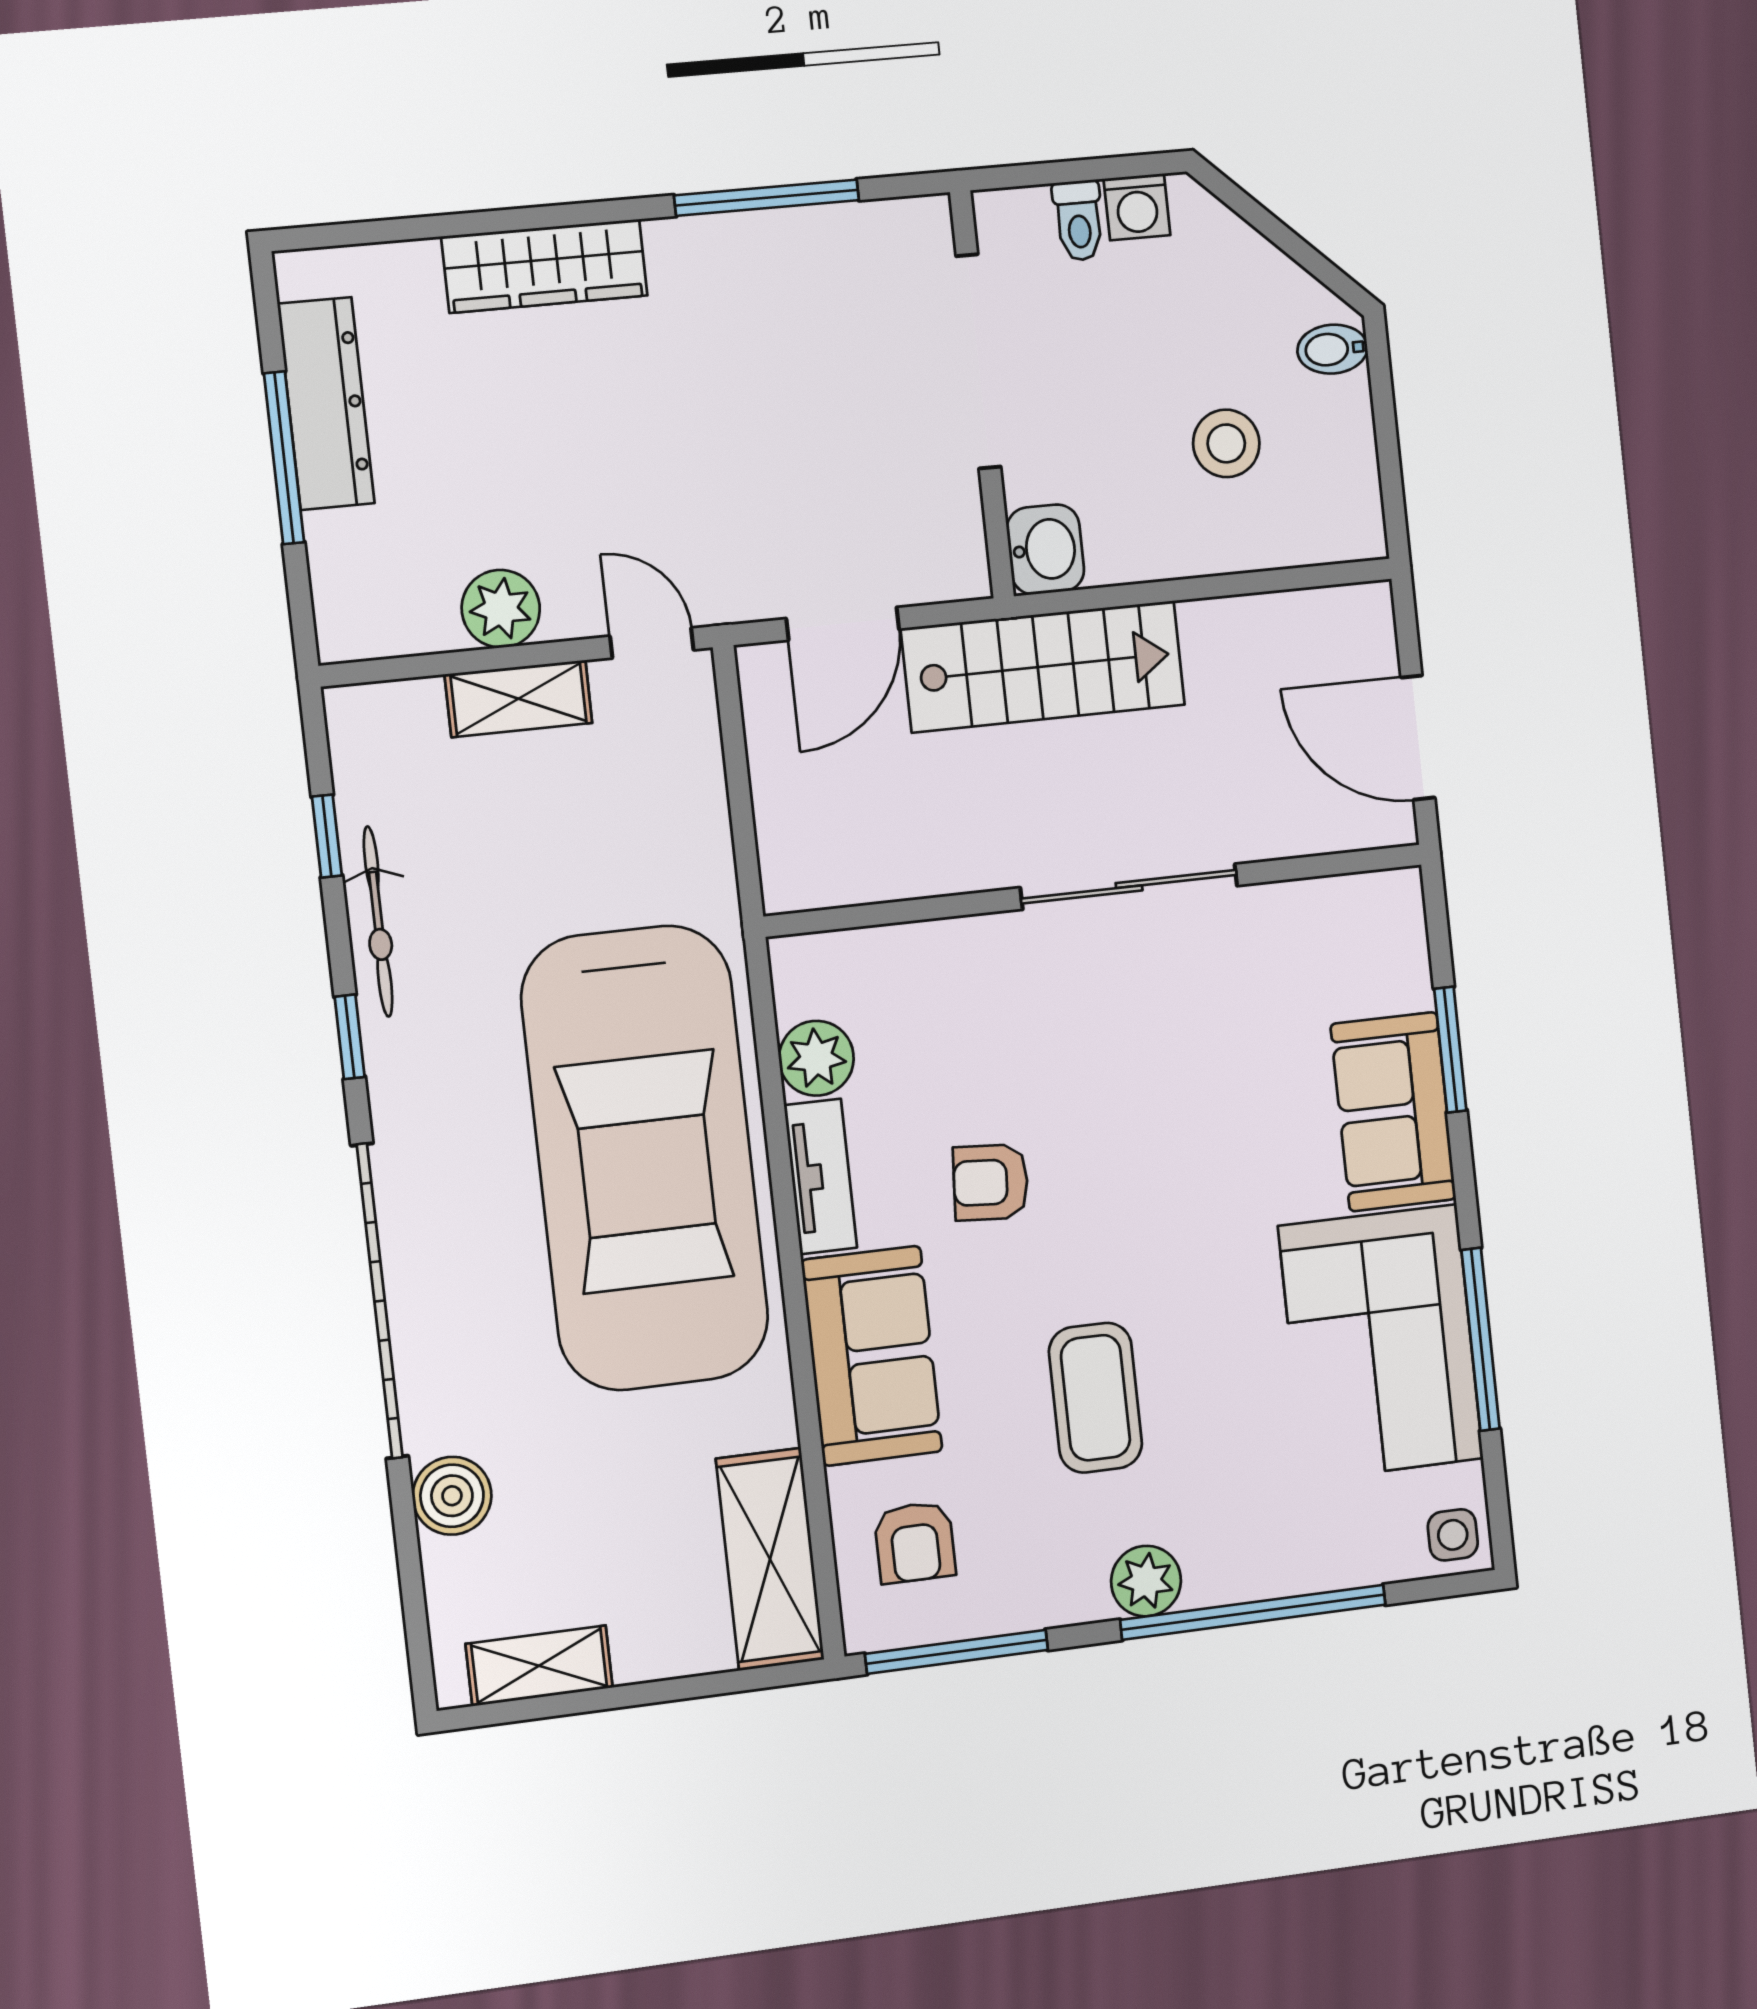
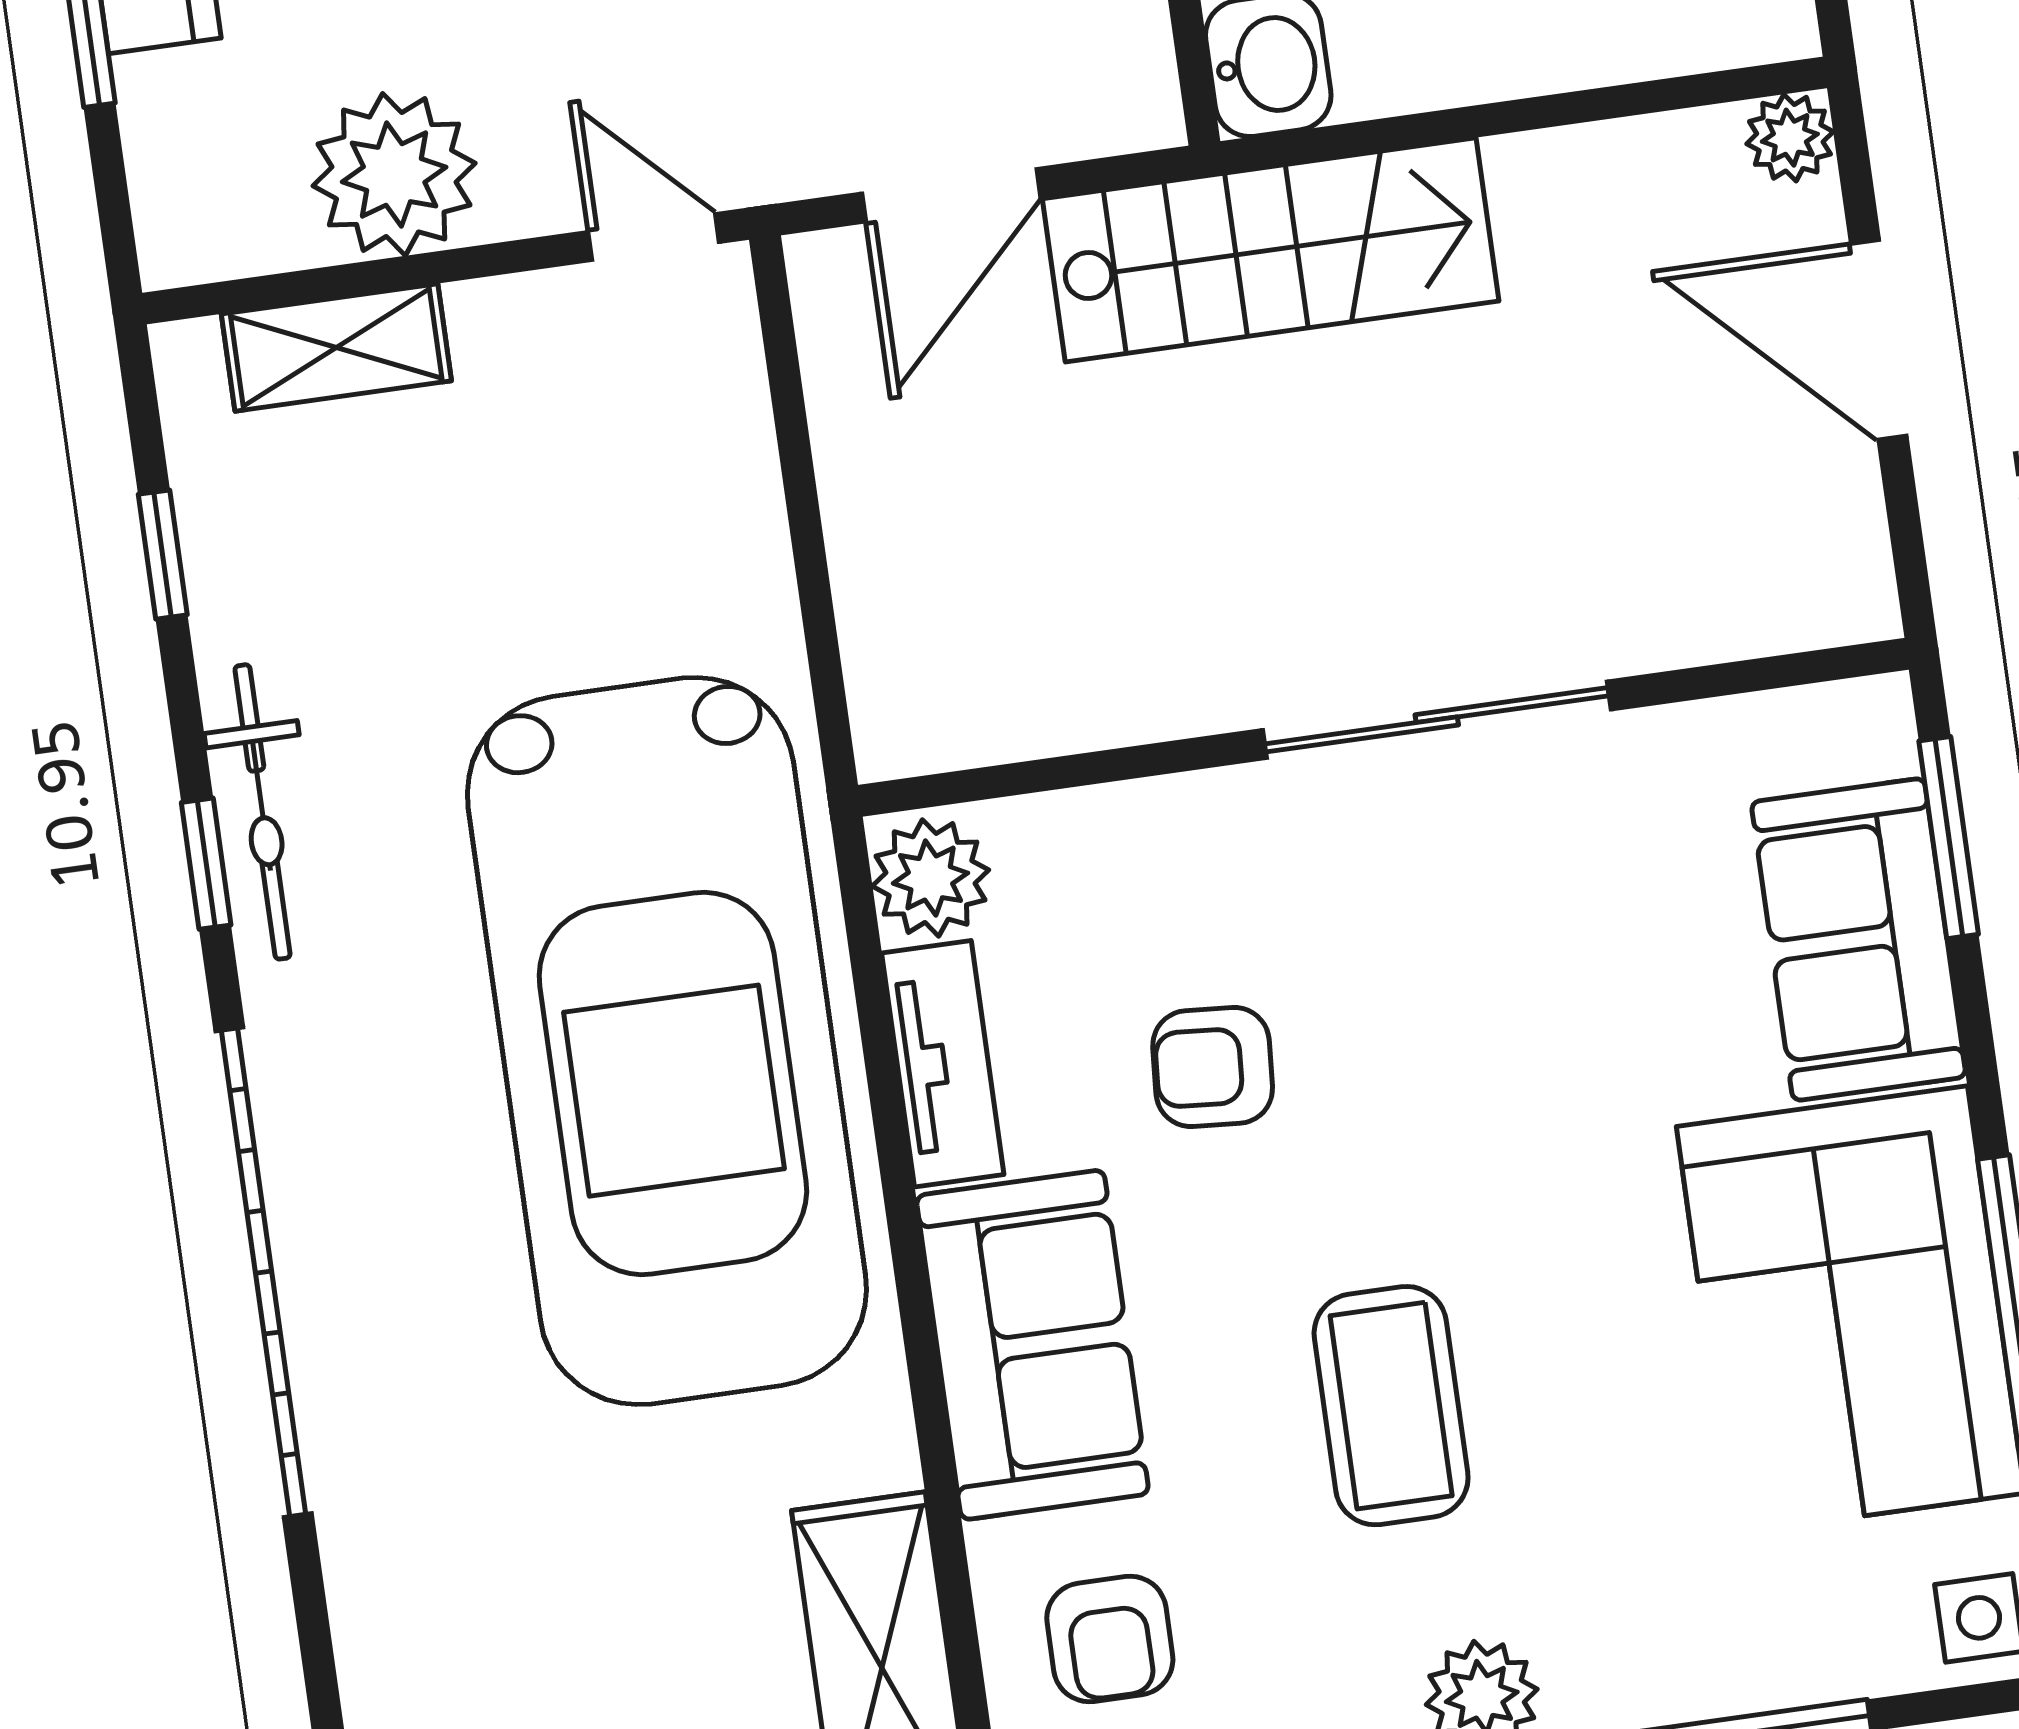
plant: (501, 609) -> (394, 175), width x1.36, depth x1.36
plant: (1368, 609) -> (1790, 138), added
shelving: (518, 699) -> (336, 347), moved
sliding door: (1129, 887) -> (1437, 720), moved
wall: (1096, 890) -> (1383, 727), moved
bicycle: (378, 922) -> (262, 812), moved
boiler: (452, 1496) -> (383, 1574), removed

